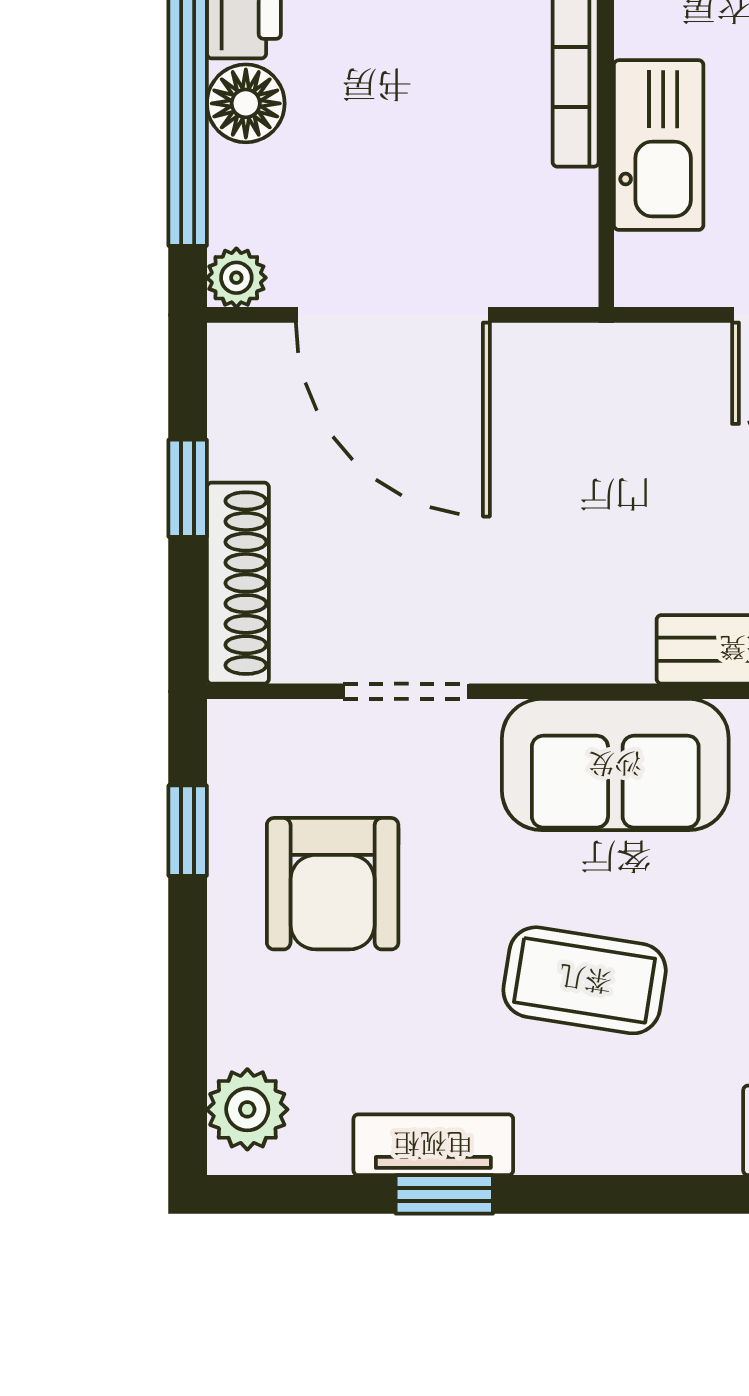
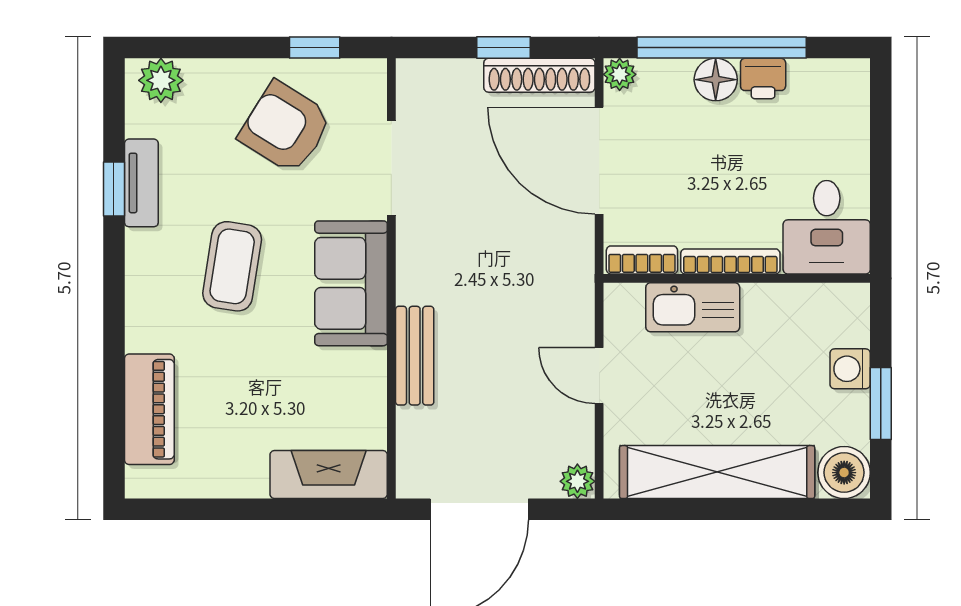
bookcase: (573, 237) -> (642, 260), added
door: (393, 315) -> (599, 161), hinge flipped
shoe rack: (238, 583) -> (539, 75), moved
doorway: (406, 691) -> (391, 168), width x1.38
armchair: (333, 884) -> (285, 127), turned 32

